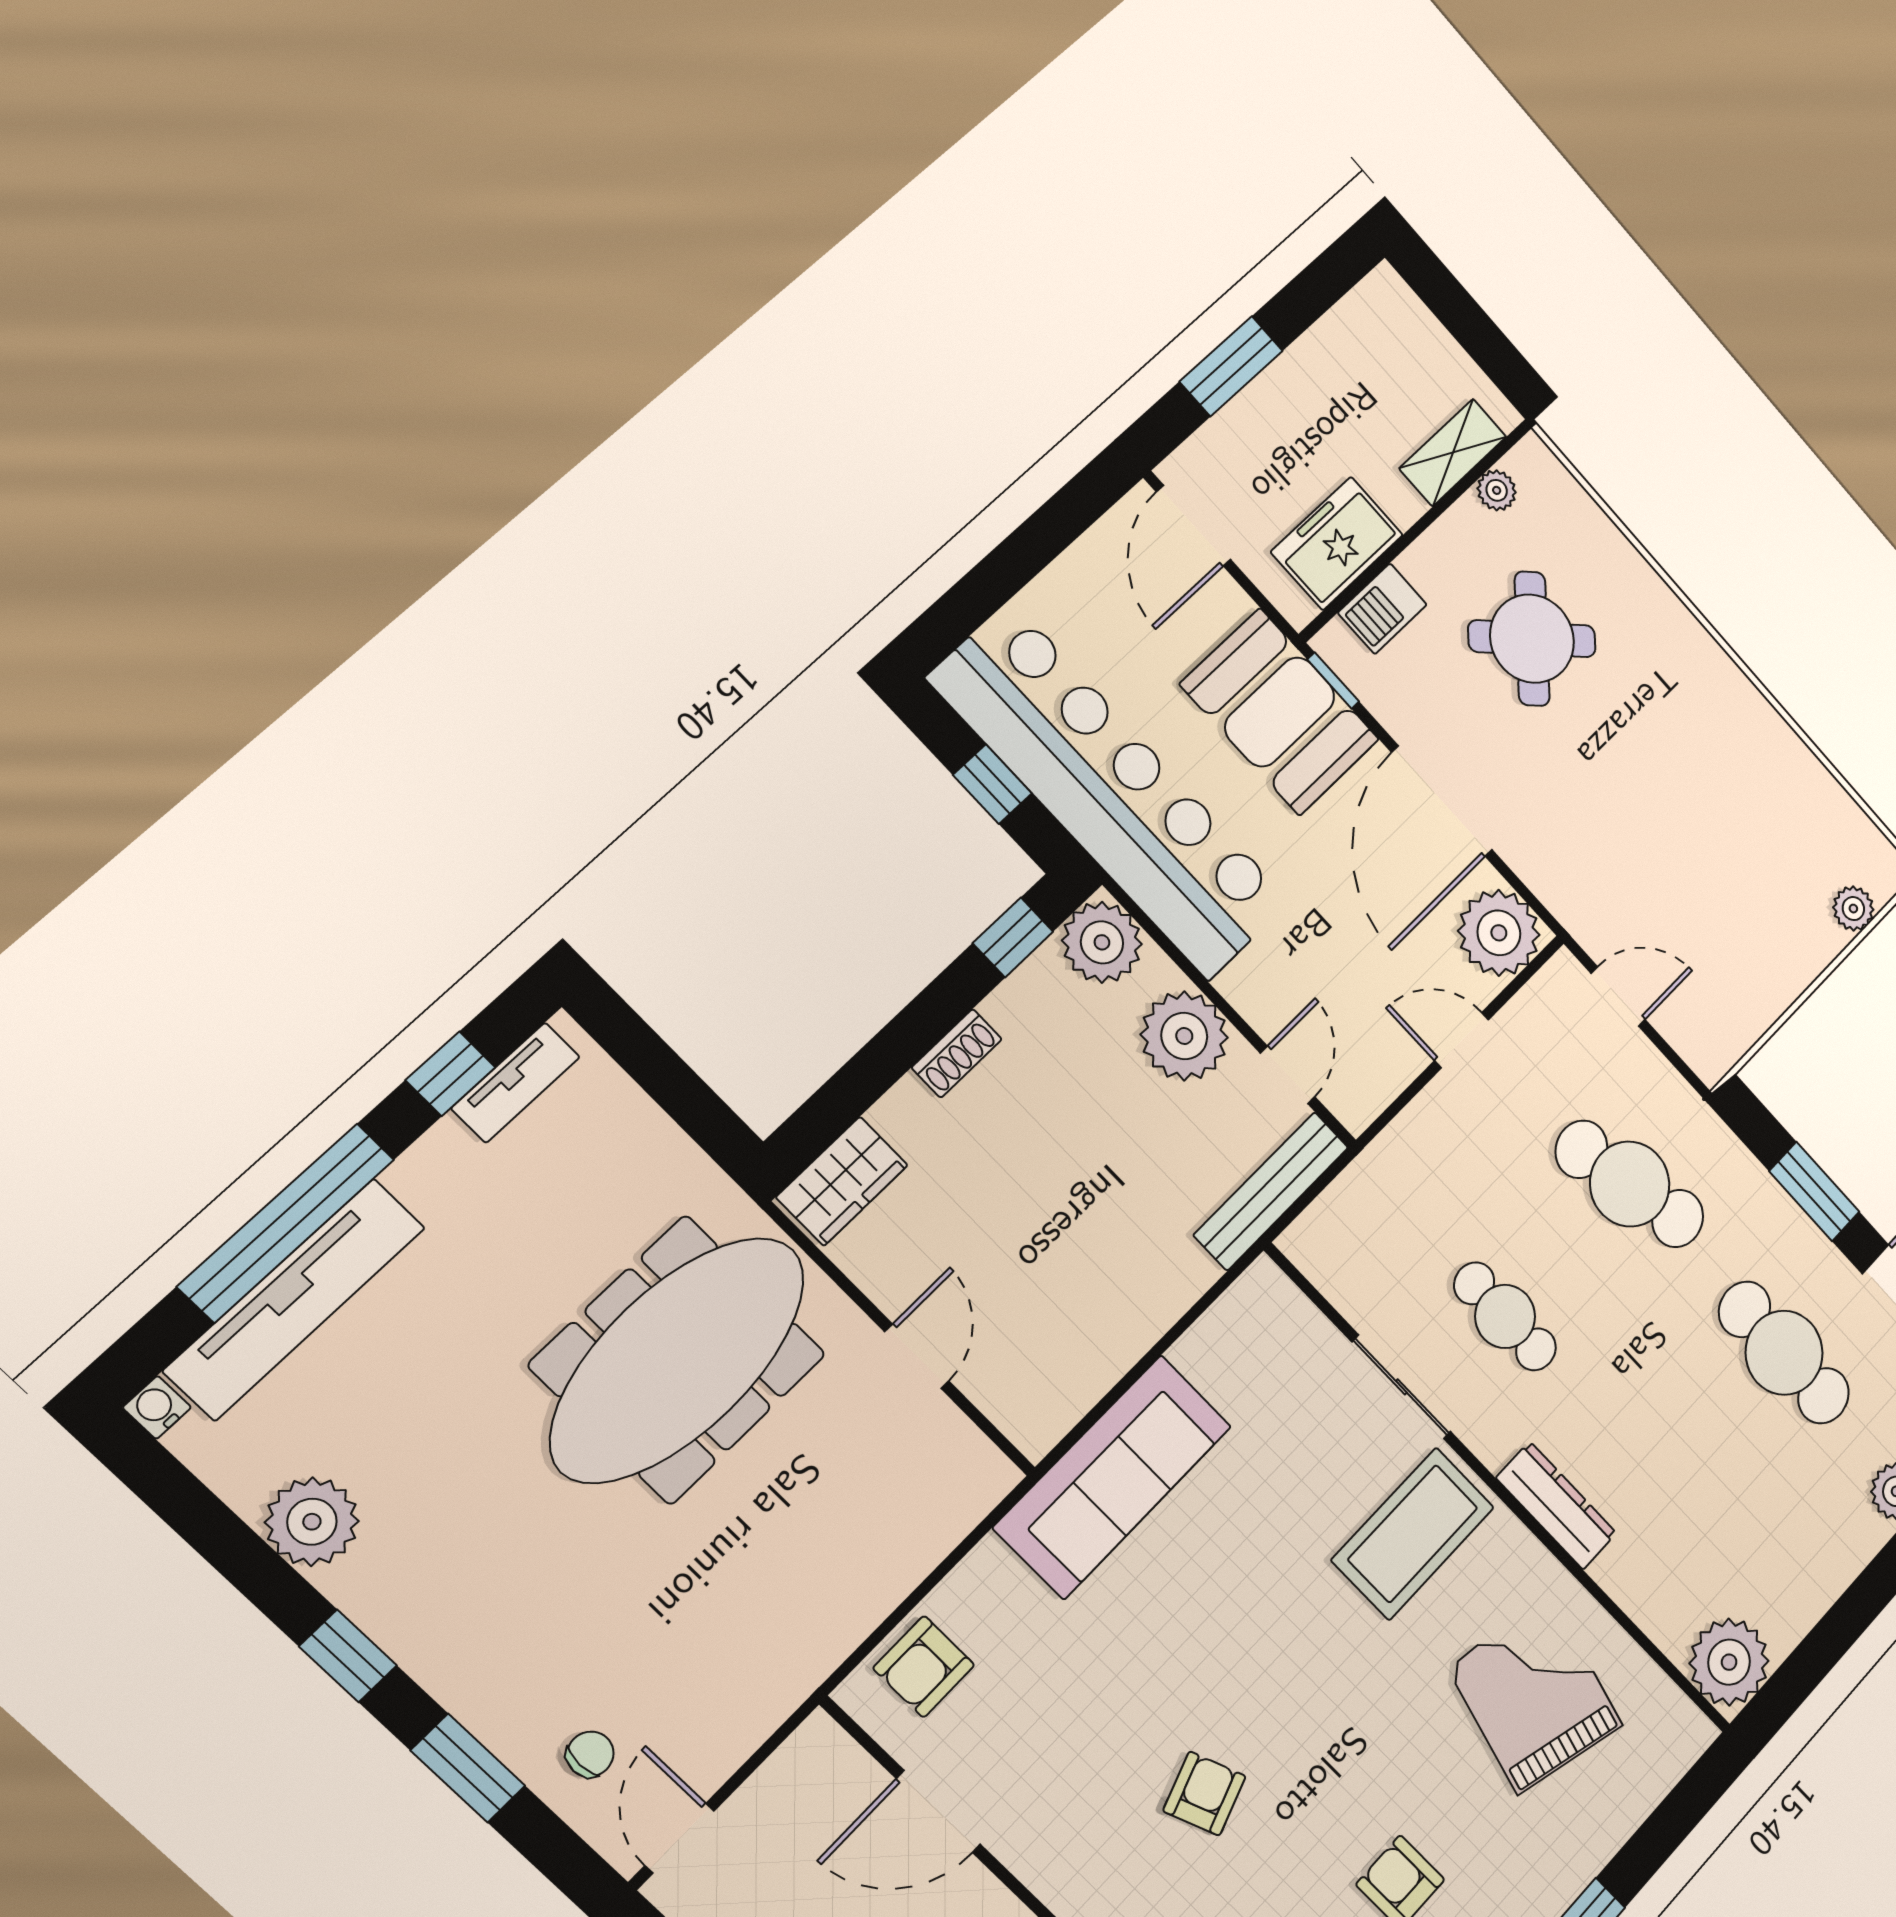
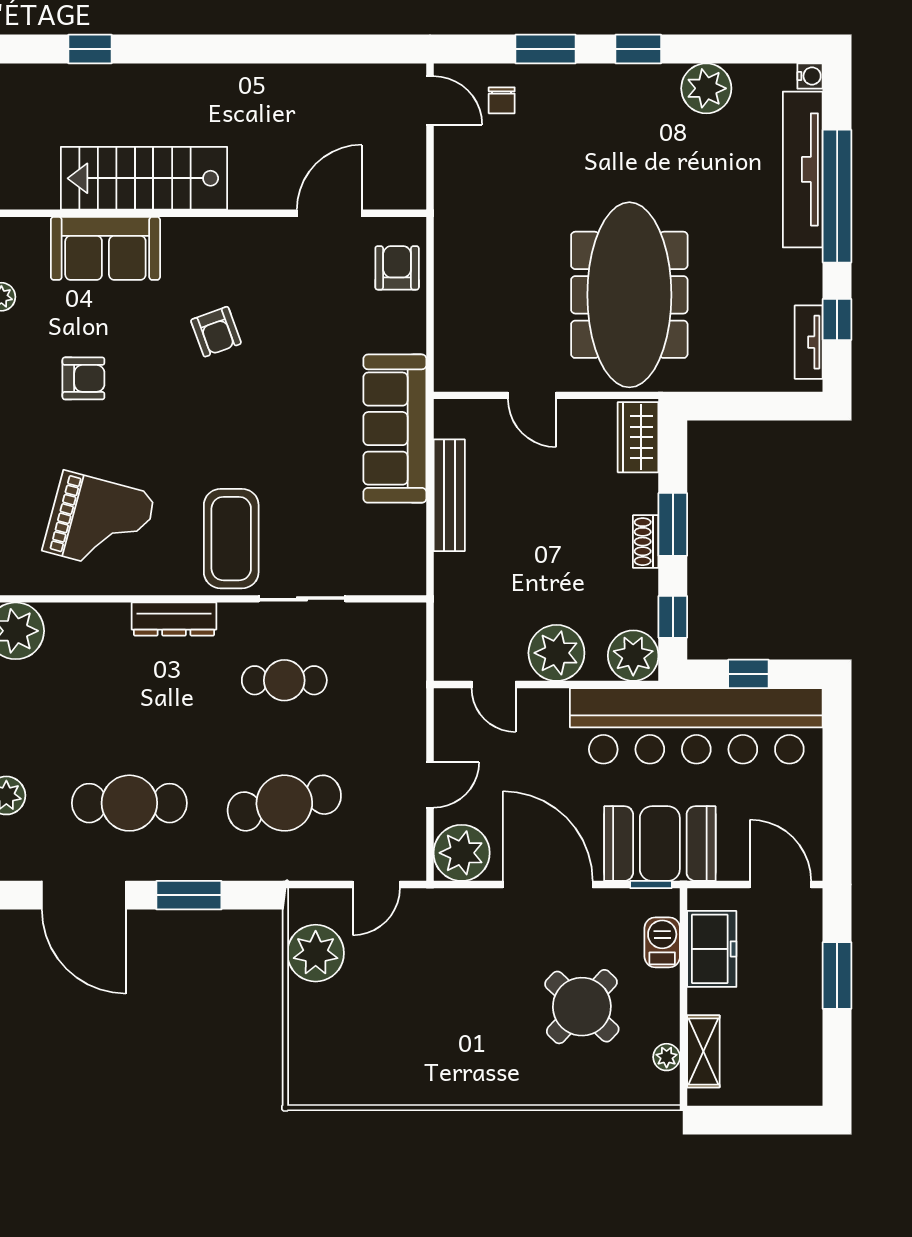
plant: (1853, 909) -> (316, 953), moved, width x1.87, depth x1.87
window: (905, 1040) -> (673, 524), added
bench: (1271, 1191) -> (449, 495), moved

